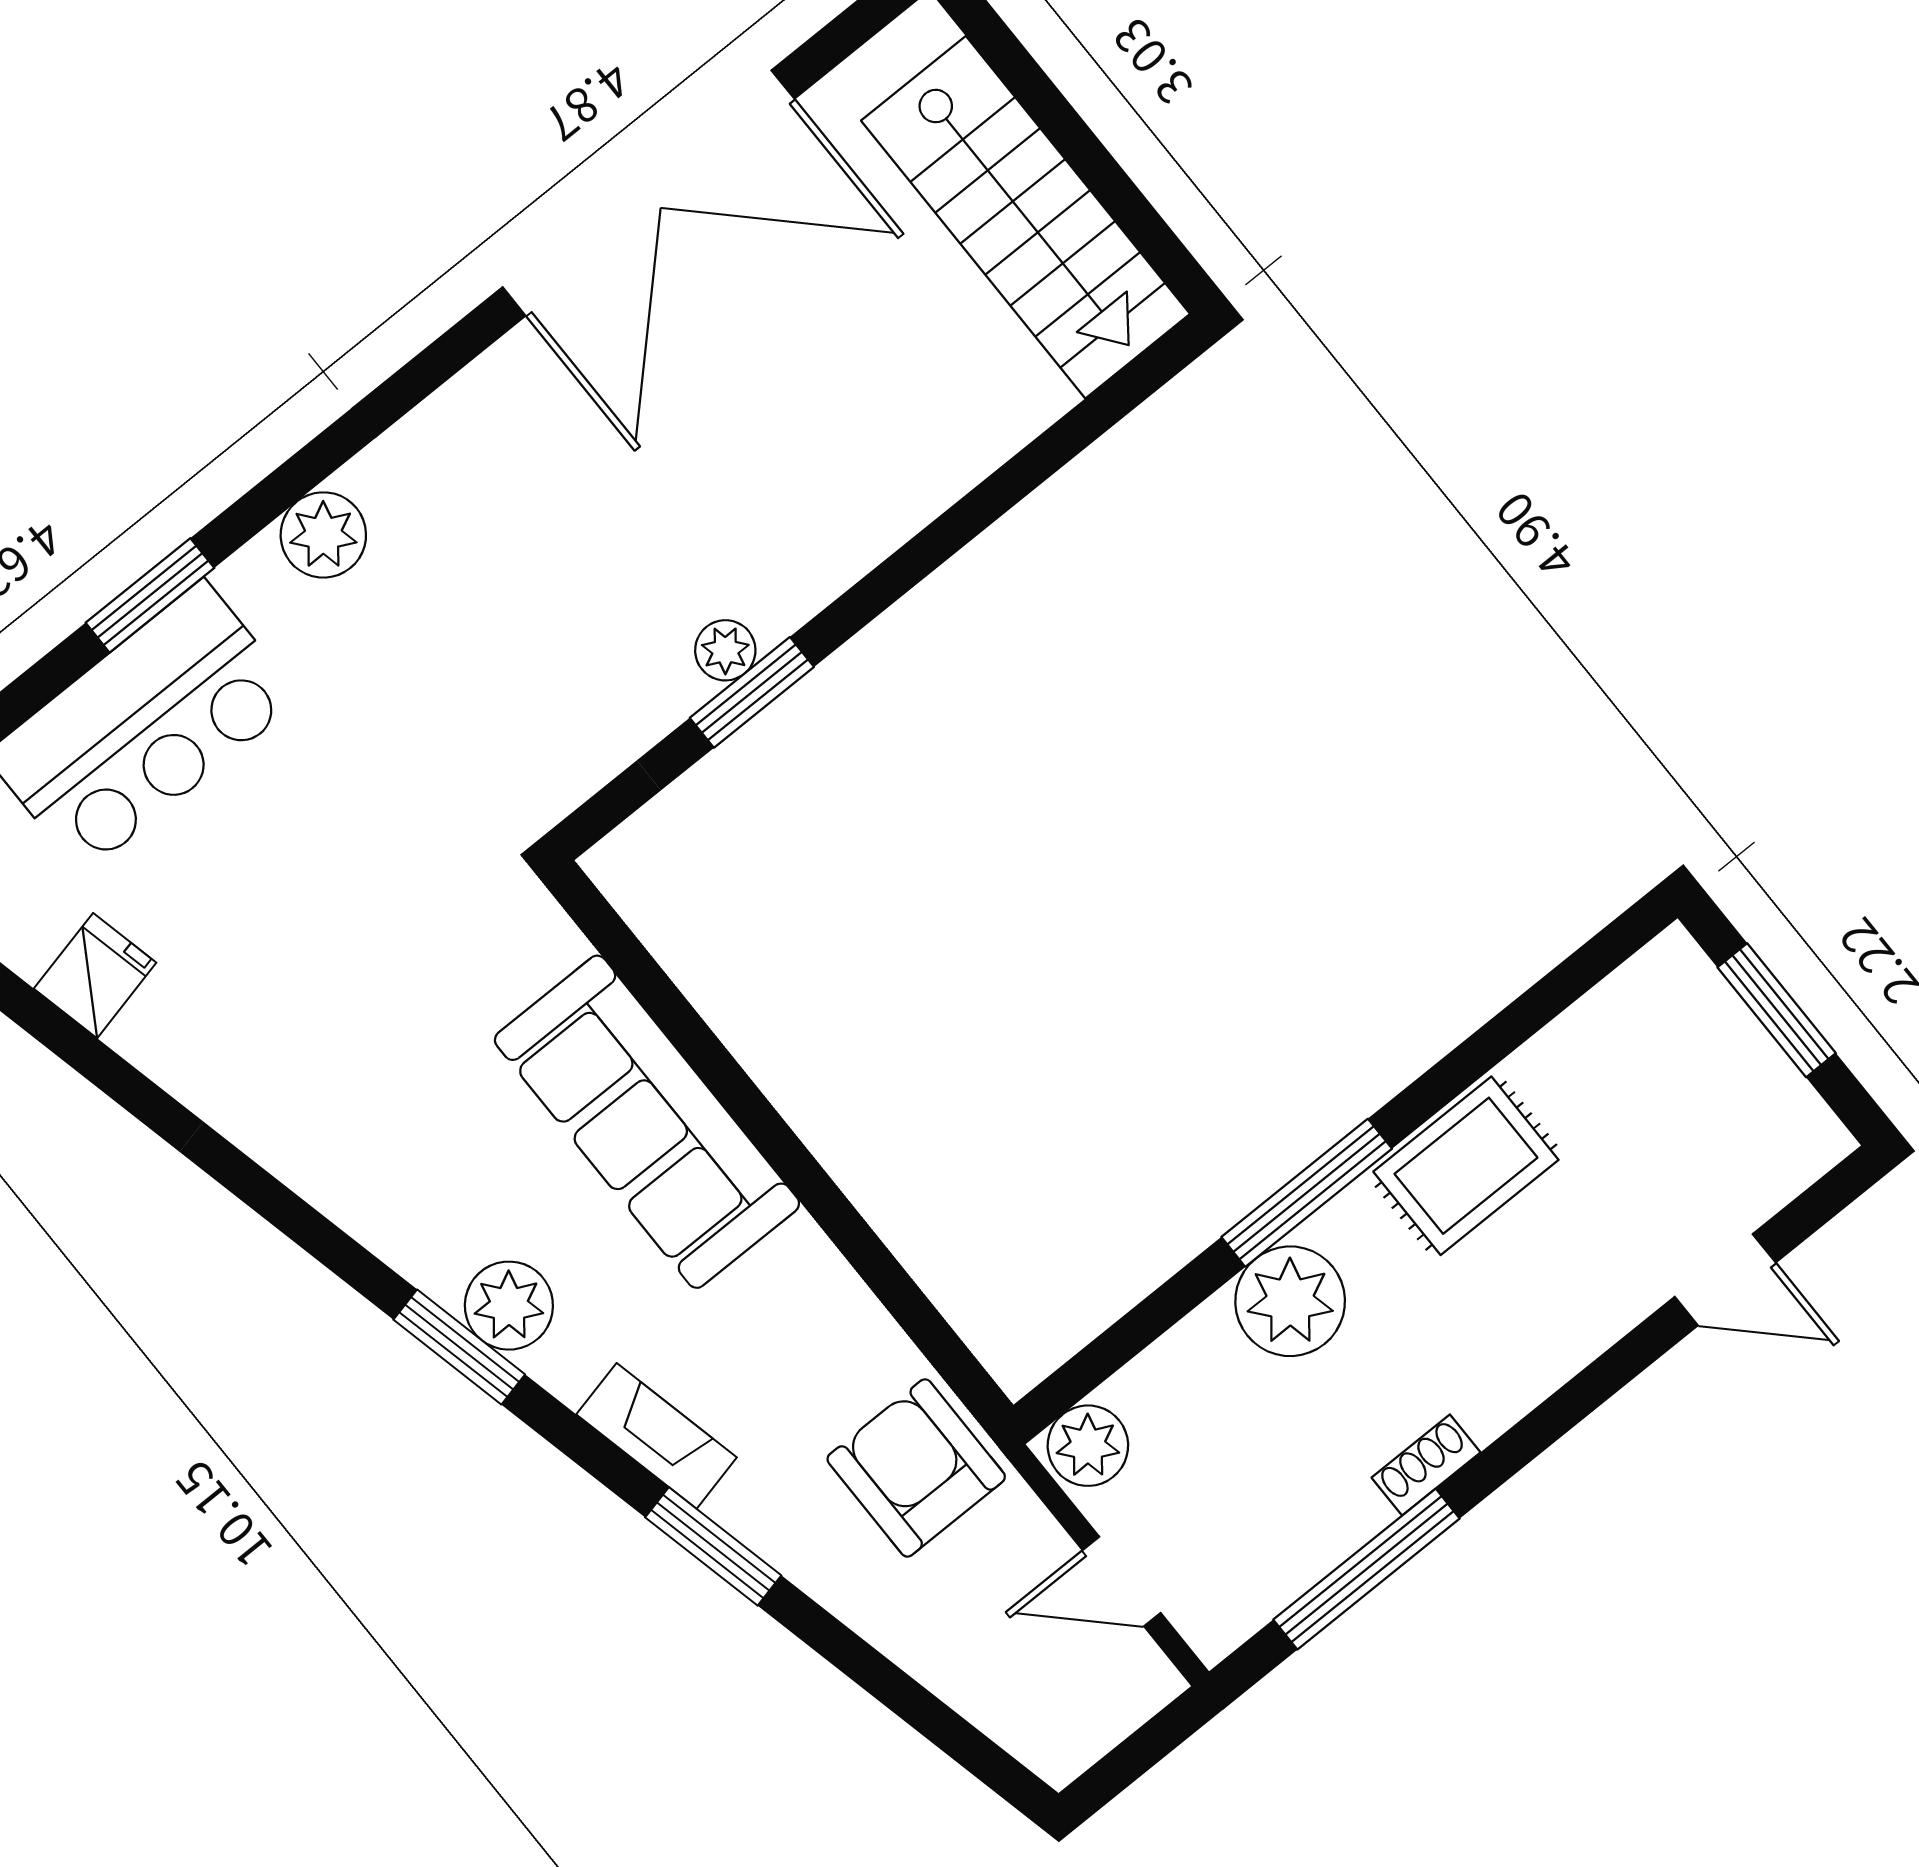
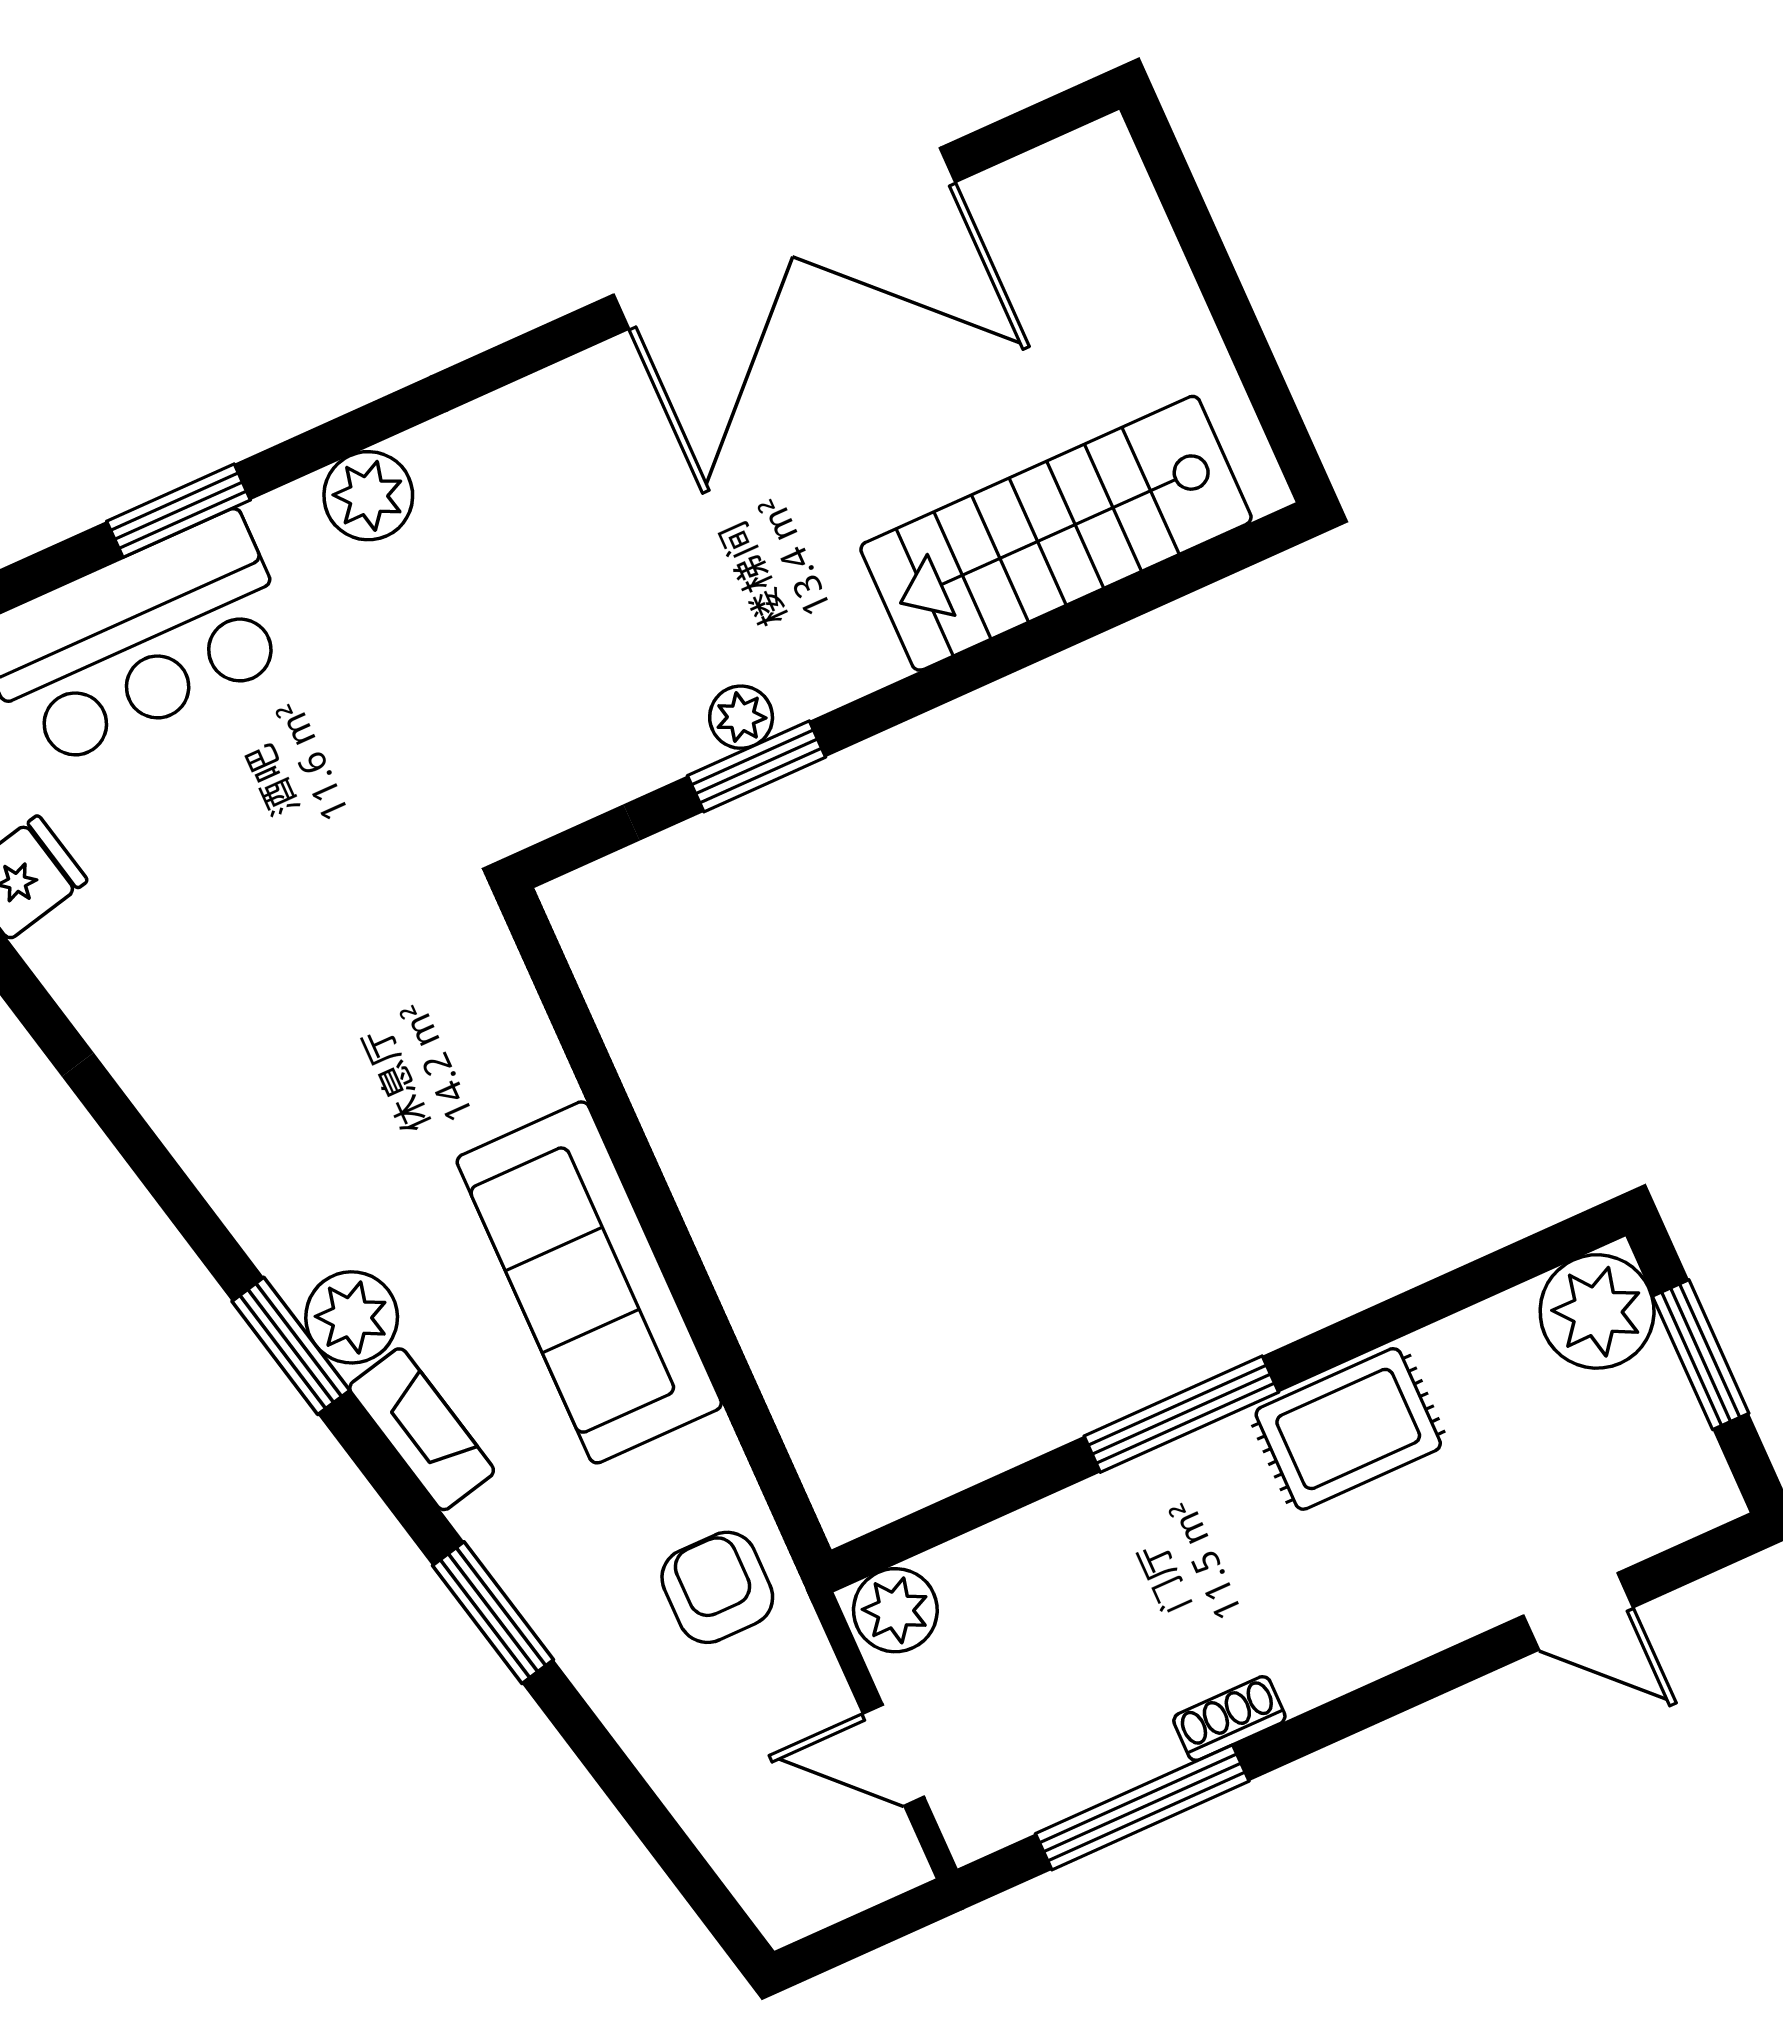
stairs: (1026, 217) -> (1056, 533), moved, turned 90
sofa: (647, 1122) -> (589, 1282), moved
plant: (1290, 1301) -> (1597, 1311), moved
fireplace: (657, 1436) -> (422, 1429), moved
armchair: (916, 1468) -> (717, 1587), width x0.72, depth x0.72

